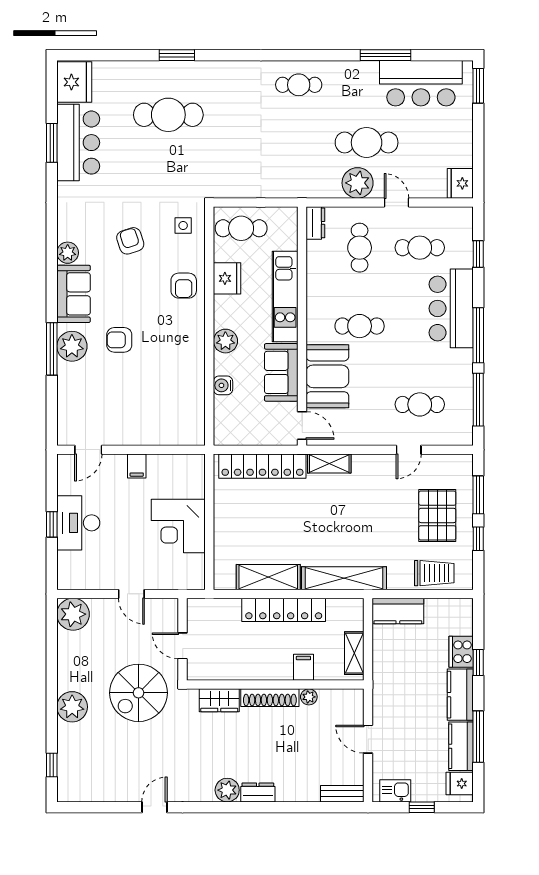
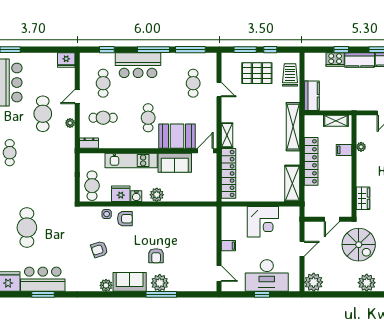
plant: (358, 183) -> (70, 123), width x0.53, depth x0.53
side table: (183, 226) -> (107, 214), moved
water cooler: (223, 385) -> (136, 196), moved
desk: (78, 523) -> (267, 276), width x1.36, depth x1.30
shelving: (268, 577) -> (292, 183), moved
shoe rack: (270, 698) -> (361, 169), removed

